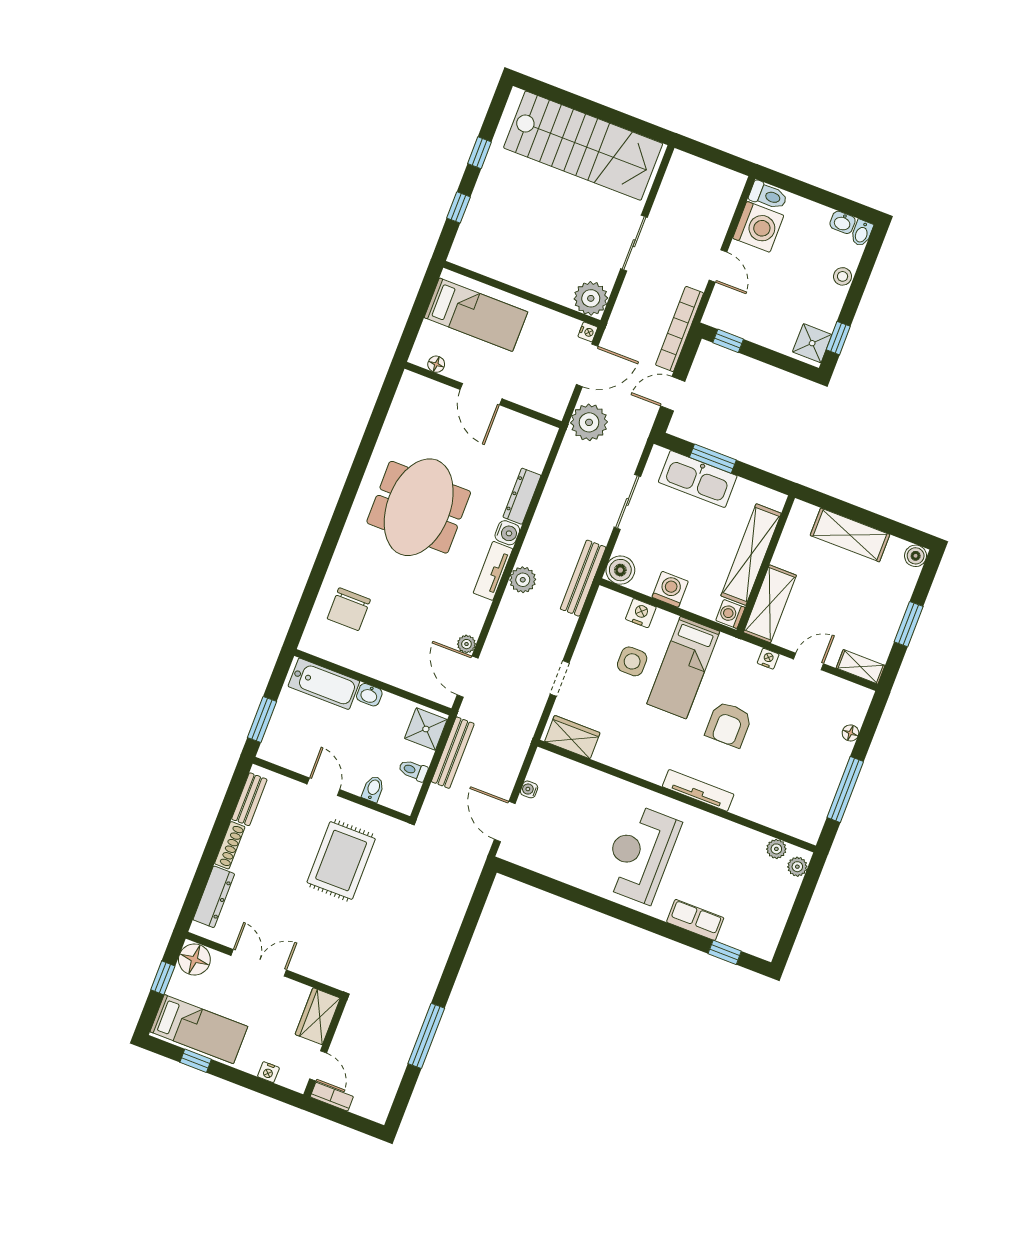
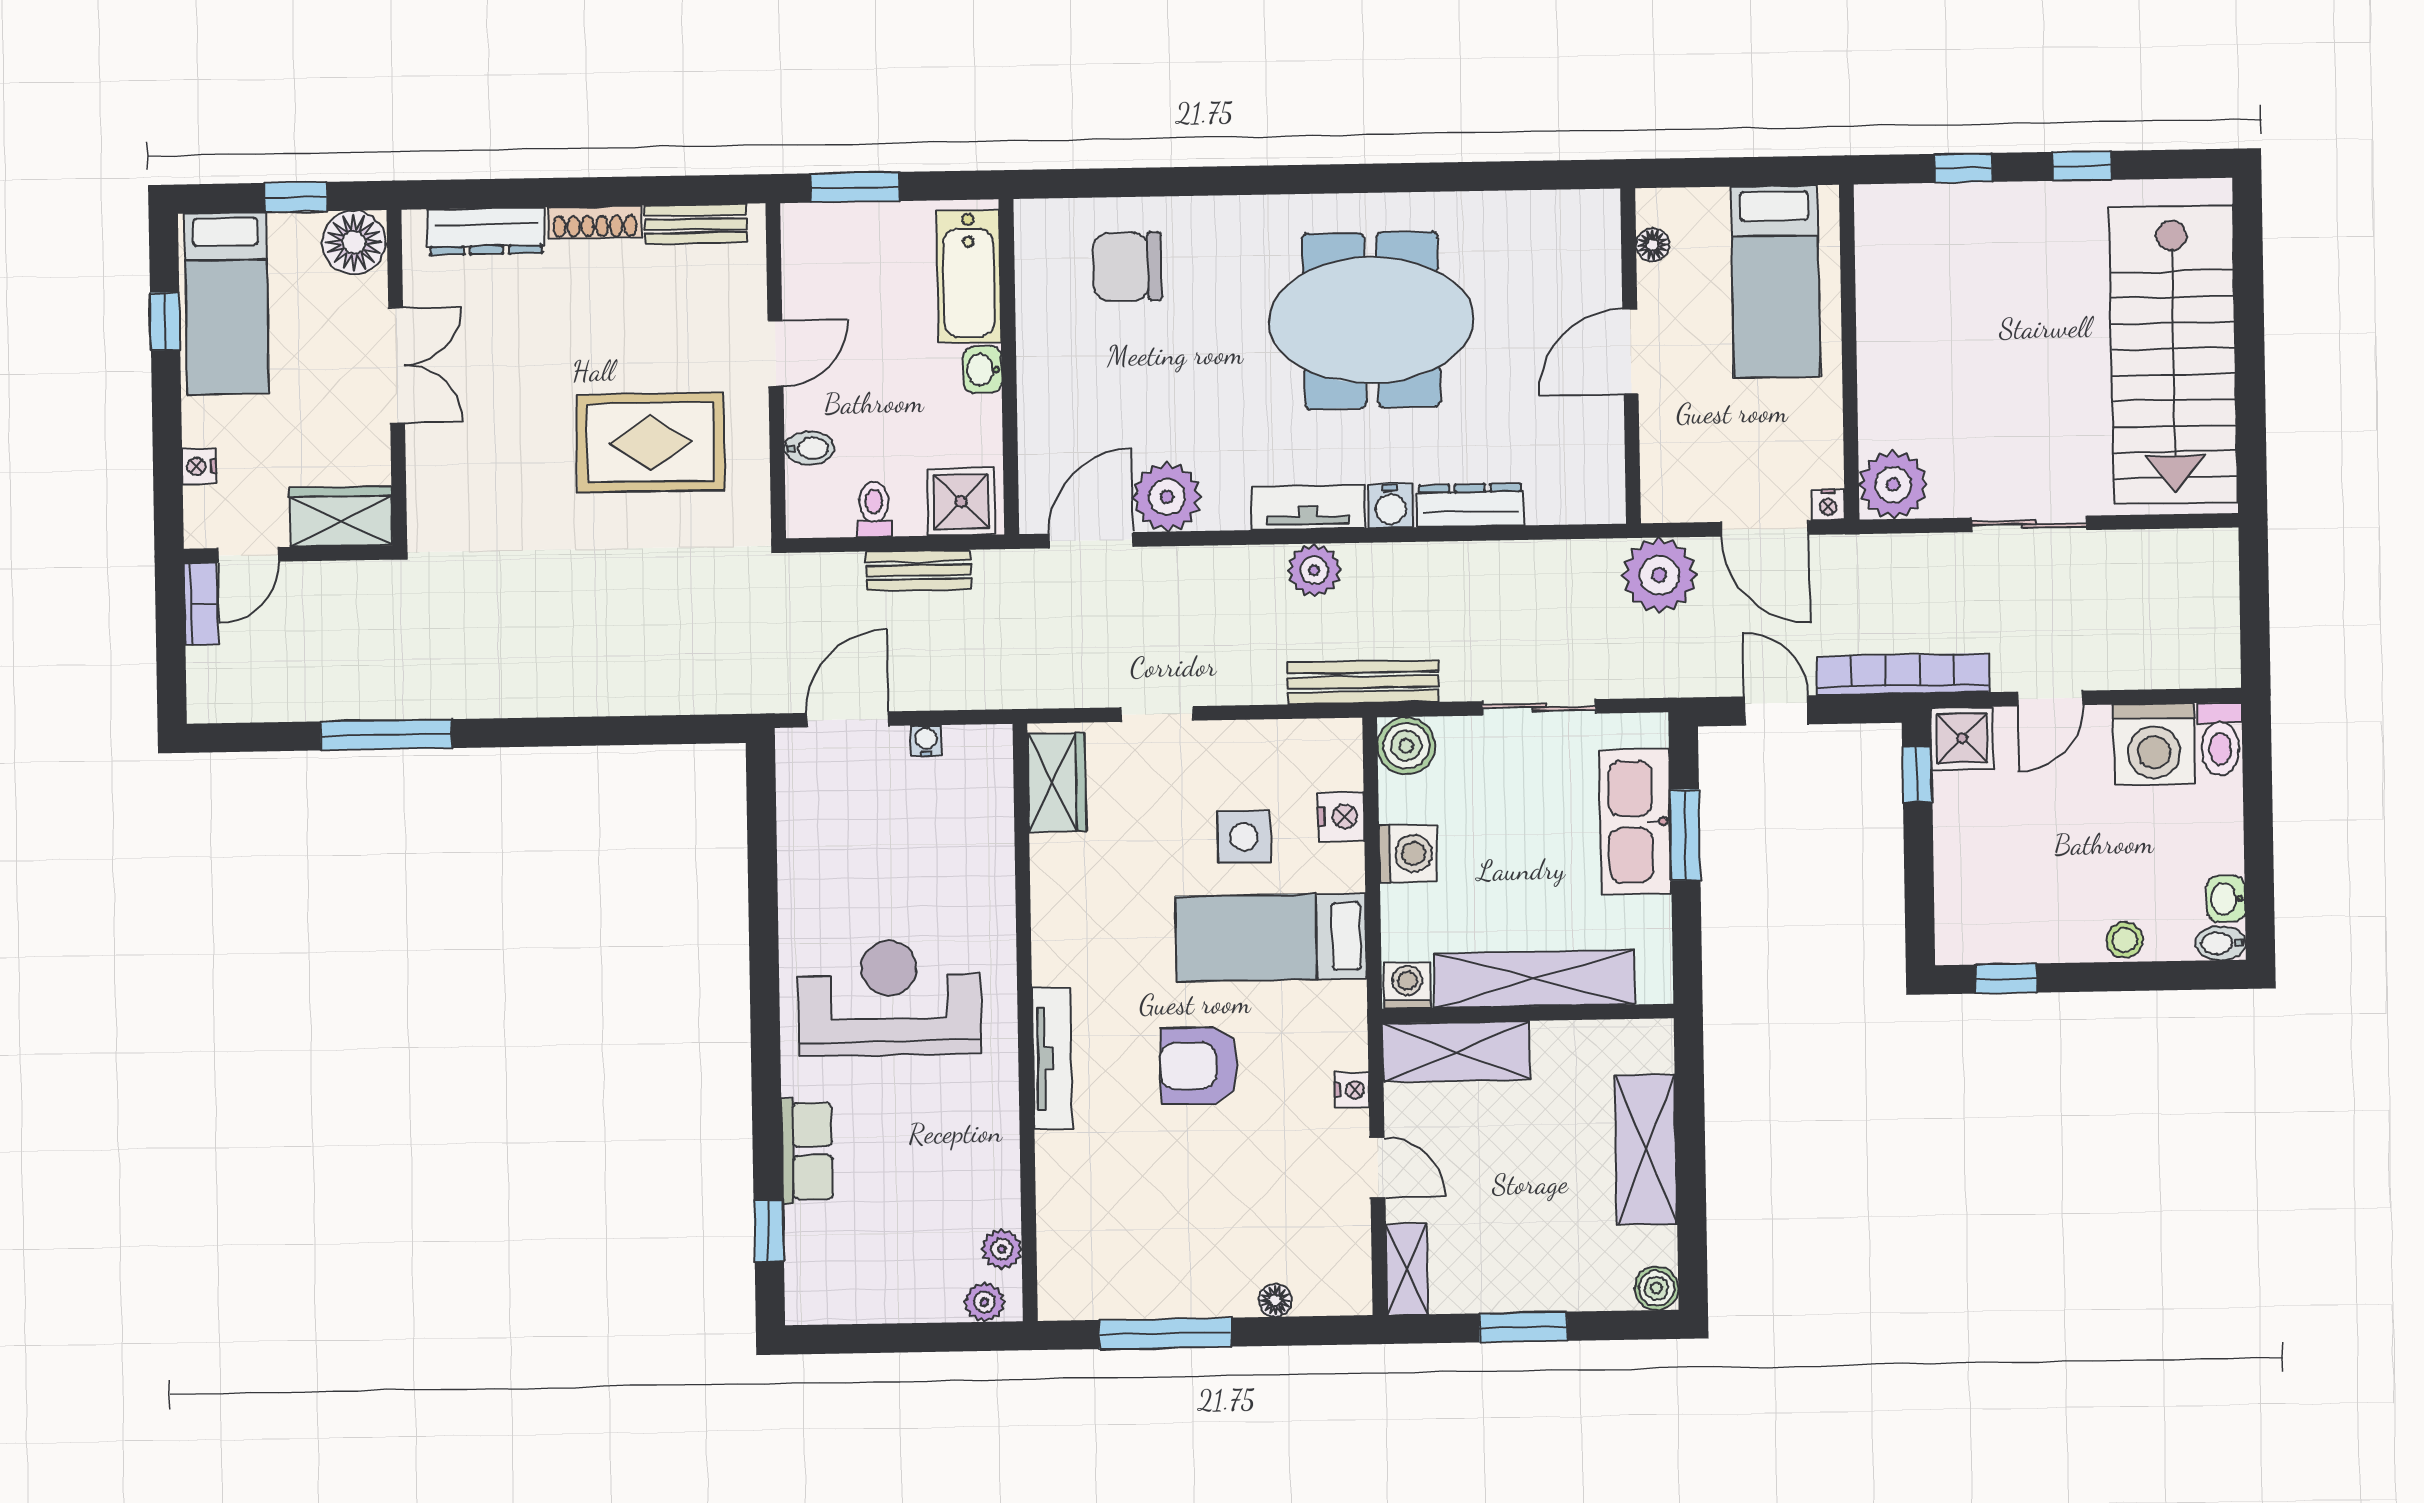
shower: (812, 343) -> (1962, 738), moved
plant: (466, 644) -> (1167, 497), width x1.88, depth x1.88
bench: (453, 753) -> (918, 570), width x0.73

